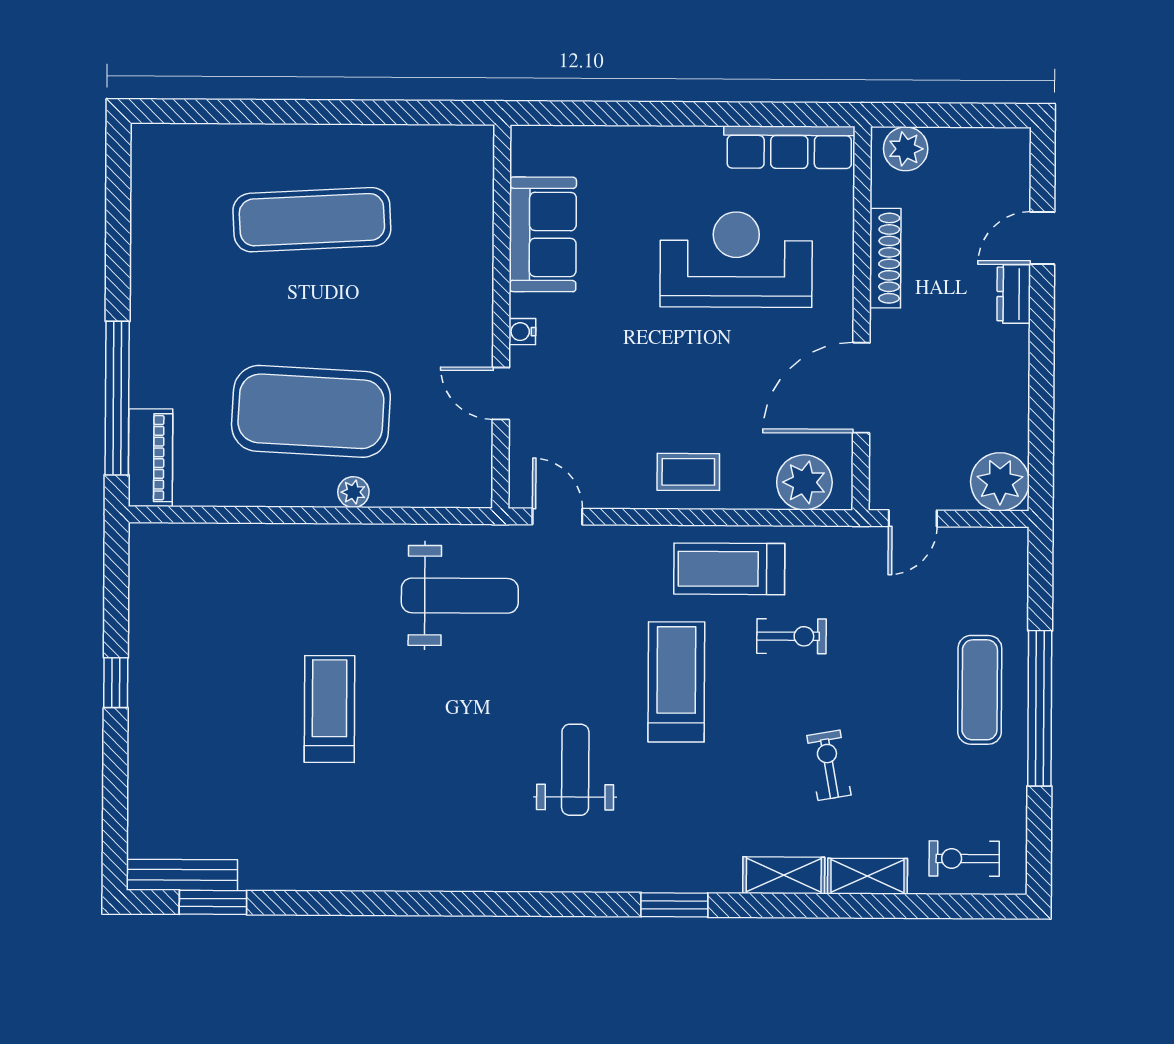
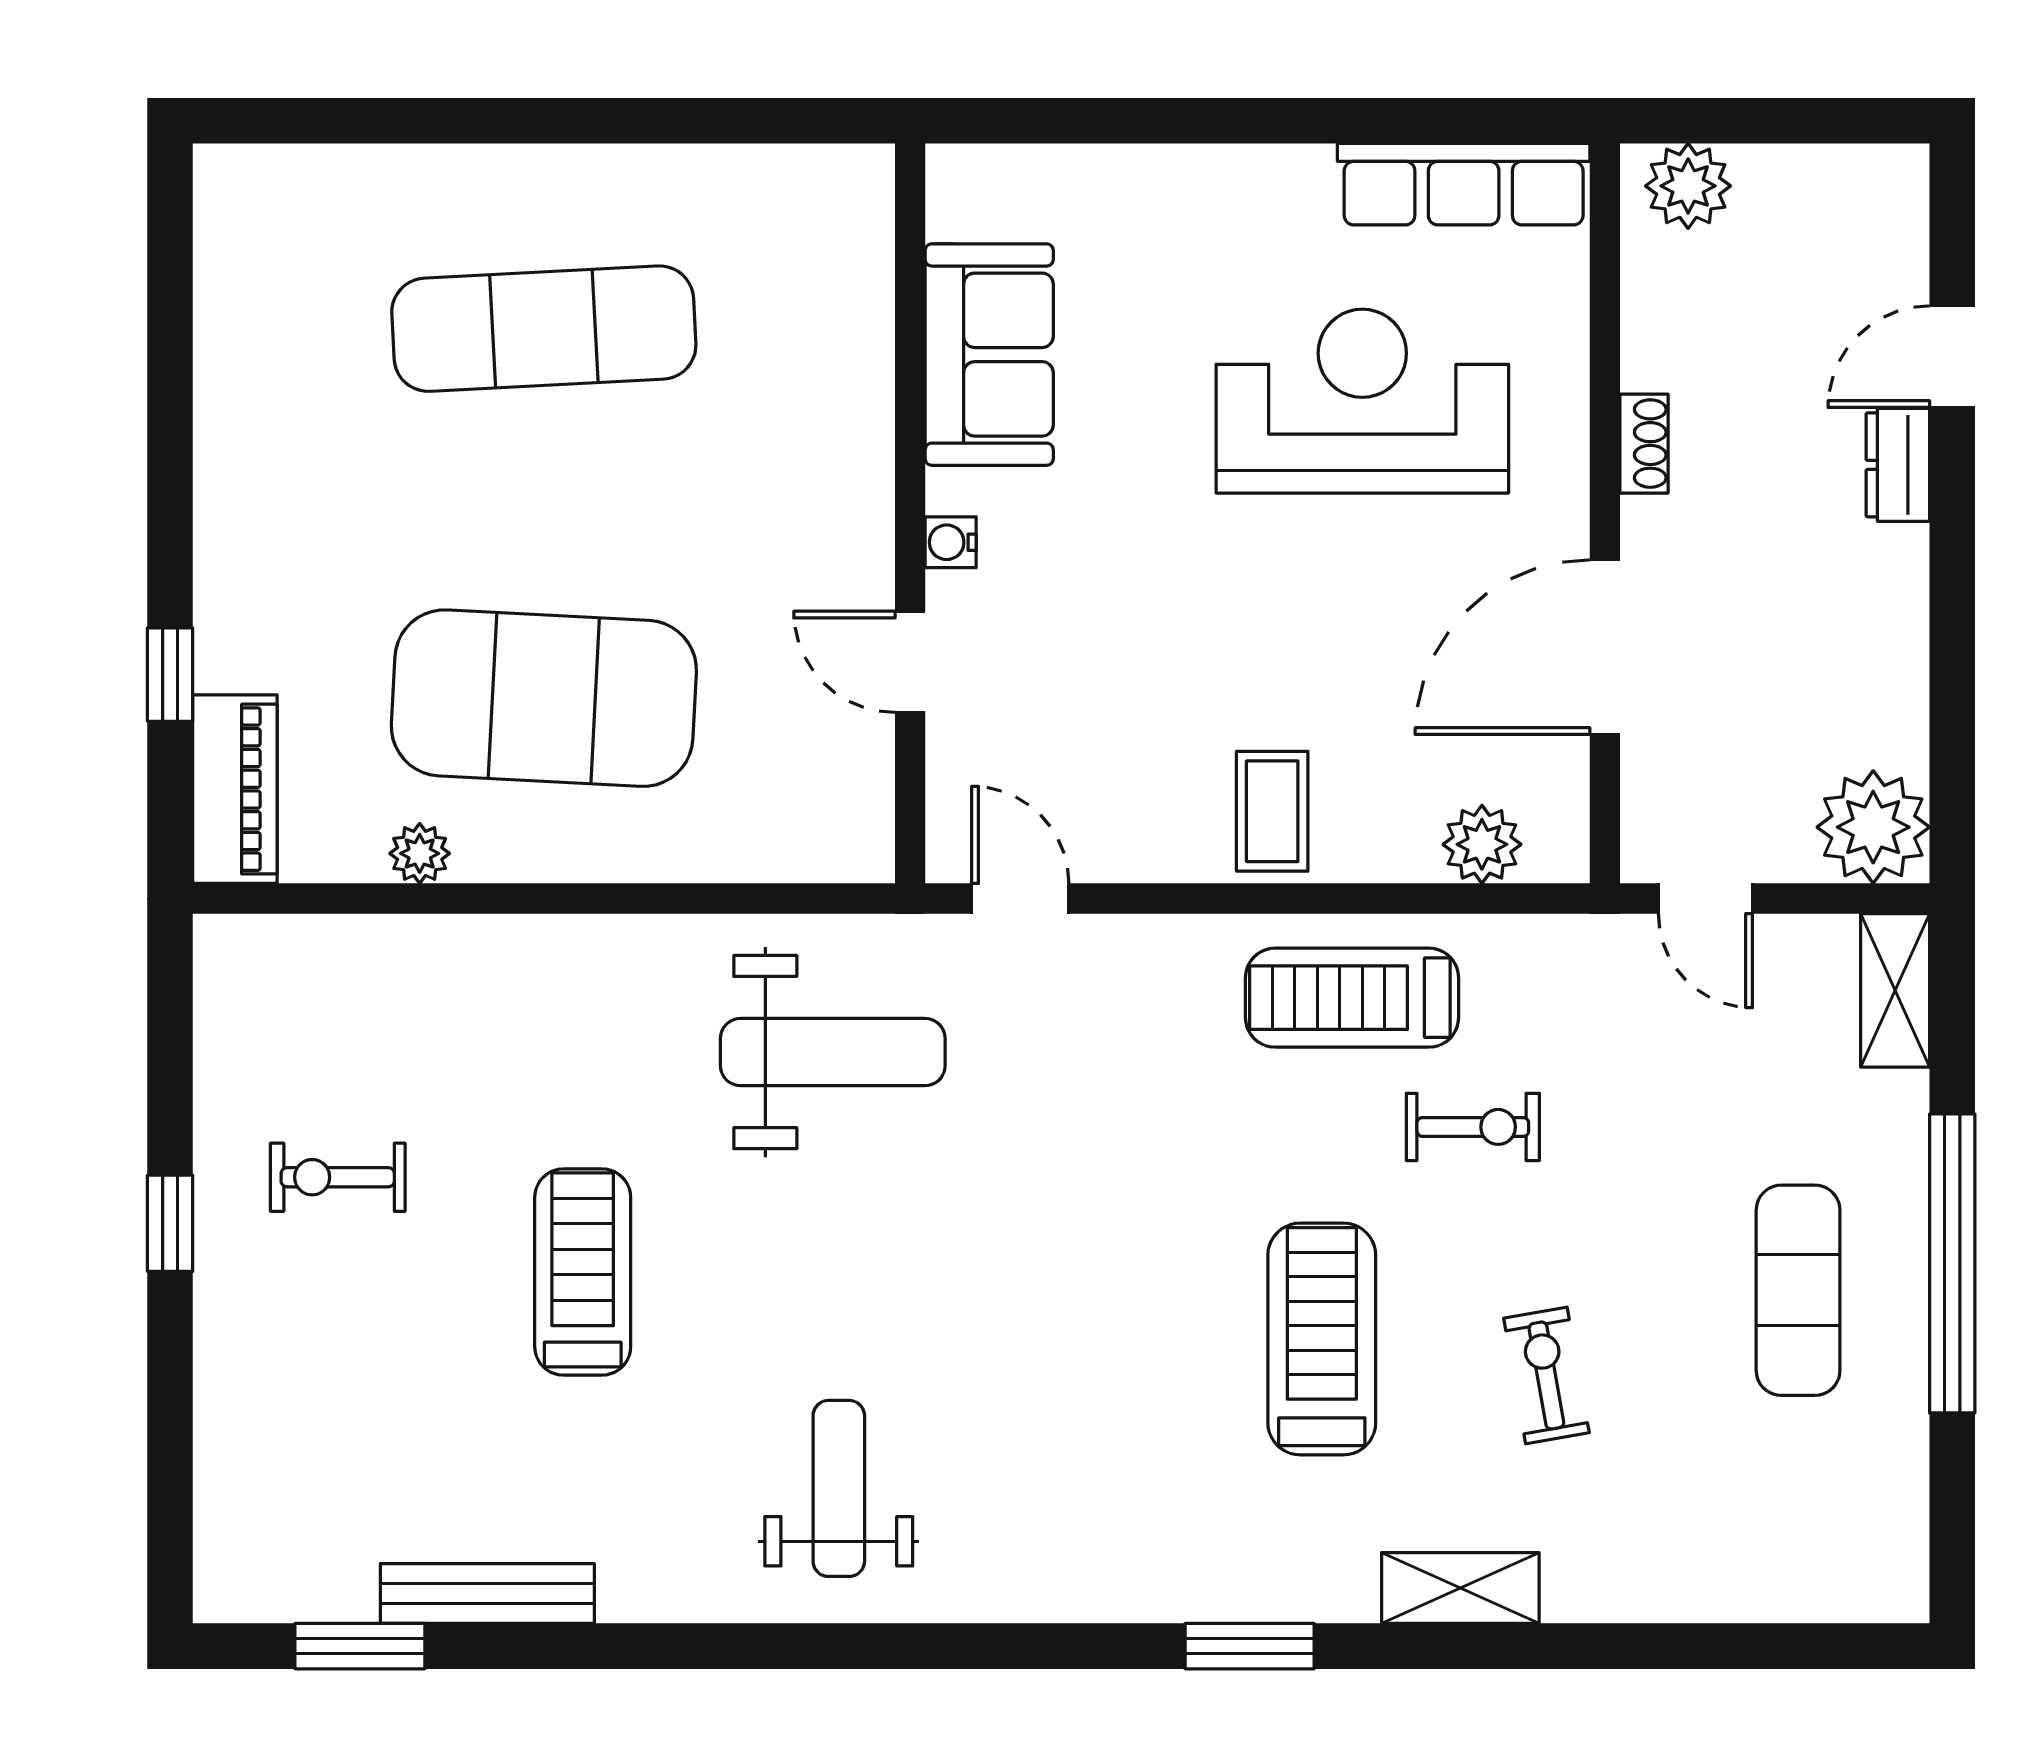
shoe rack: (885, 258) -> (1644, 444), width x0.51, depth x0.81
window: (117, 398) -> (170, 675), width x0.32
coffee table: (688, 472) -> (1272, 811), turned 90
plant: (804, 482) -> (1482, 844), width x0.73, depth x0.73
plant: (353, 492) -> (420, 853), moved
door: (913, 518) -> (1705, 899), hinge flipped
treadmill: (676, 682) -> (1322, 1339), moved
exercise mat: (980, 690) -> (1798, 1290), moved
weight bench: (575, 770) -> (839, 1488), moved
exercise bike: (964, 859) -> (338, 1177), moved
bench: (182, 875) -> (487, 1593), moved
shelving: (867, 876) -> (1895, 990), moved, turned 90

